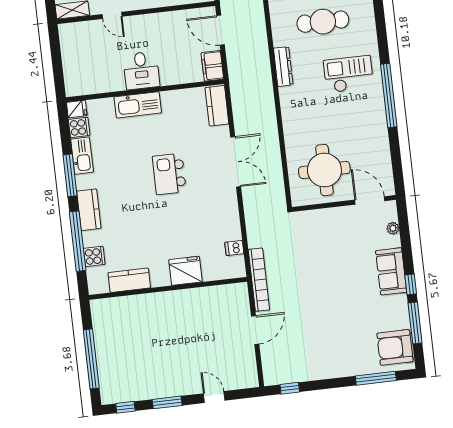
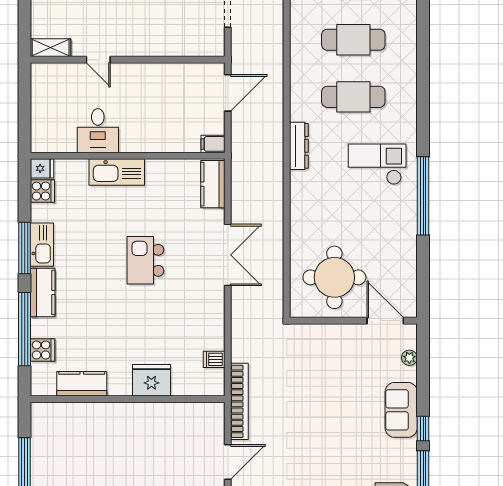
door: (220, 30) -> (228, 93), swing flipped
filing cabinet: (212, 66) -> (213, 144), width x0.50
desk: (141, 70) -> (98, 131), moved
kitchen sink: (82, 156) -> (42, 245), moved

